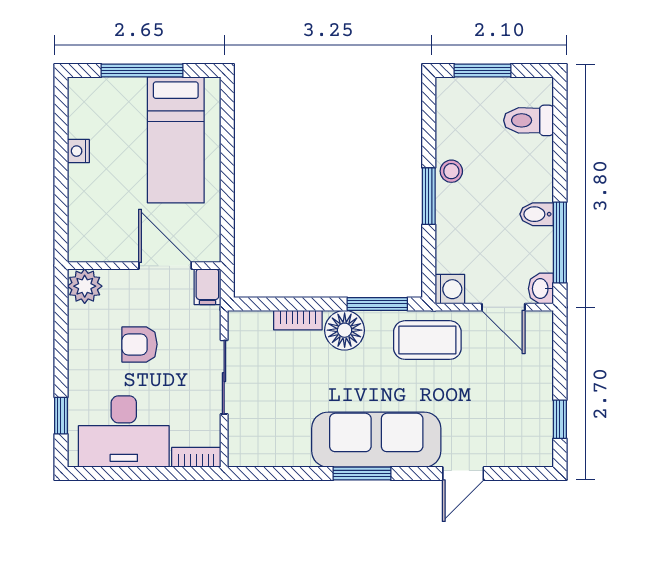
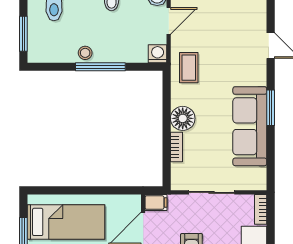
window: (429, 196) -> (100, 67), width x1.44
window: (377, 304) -> (167, 98), removed
coffee table: (427, 340) -> (189, 68), width x0.73, depth x0.77
sofa: (376, 440) -> (250, 126), moved

